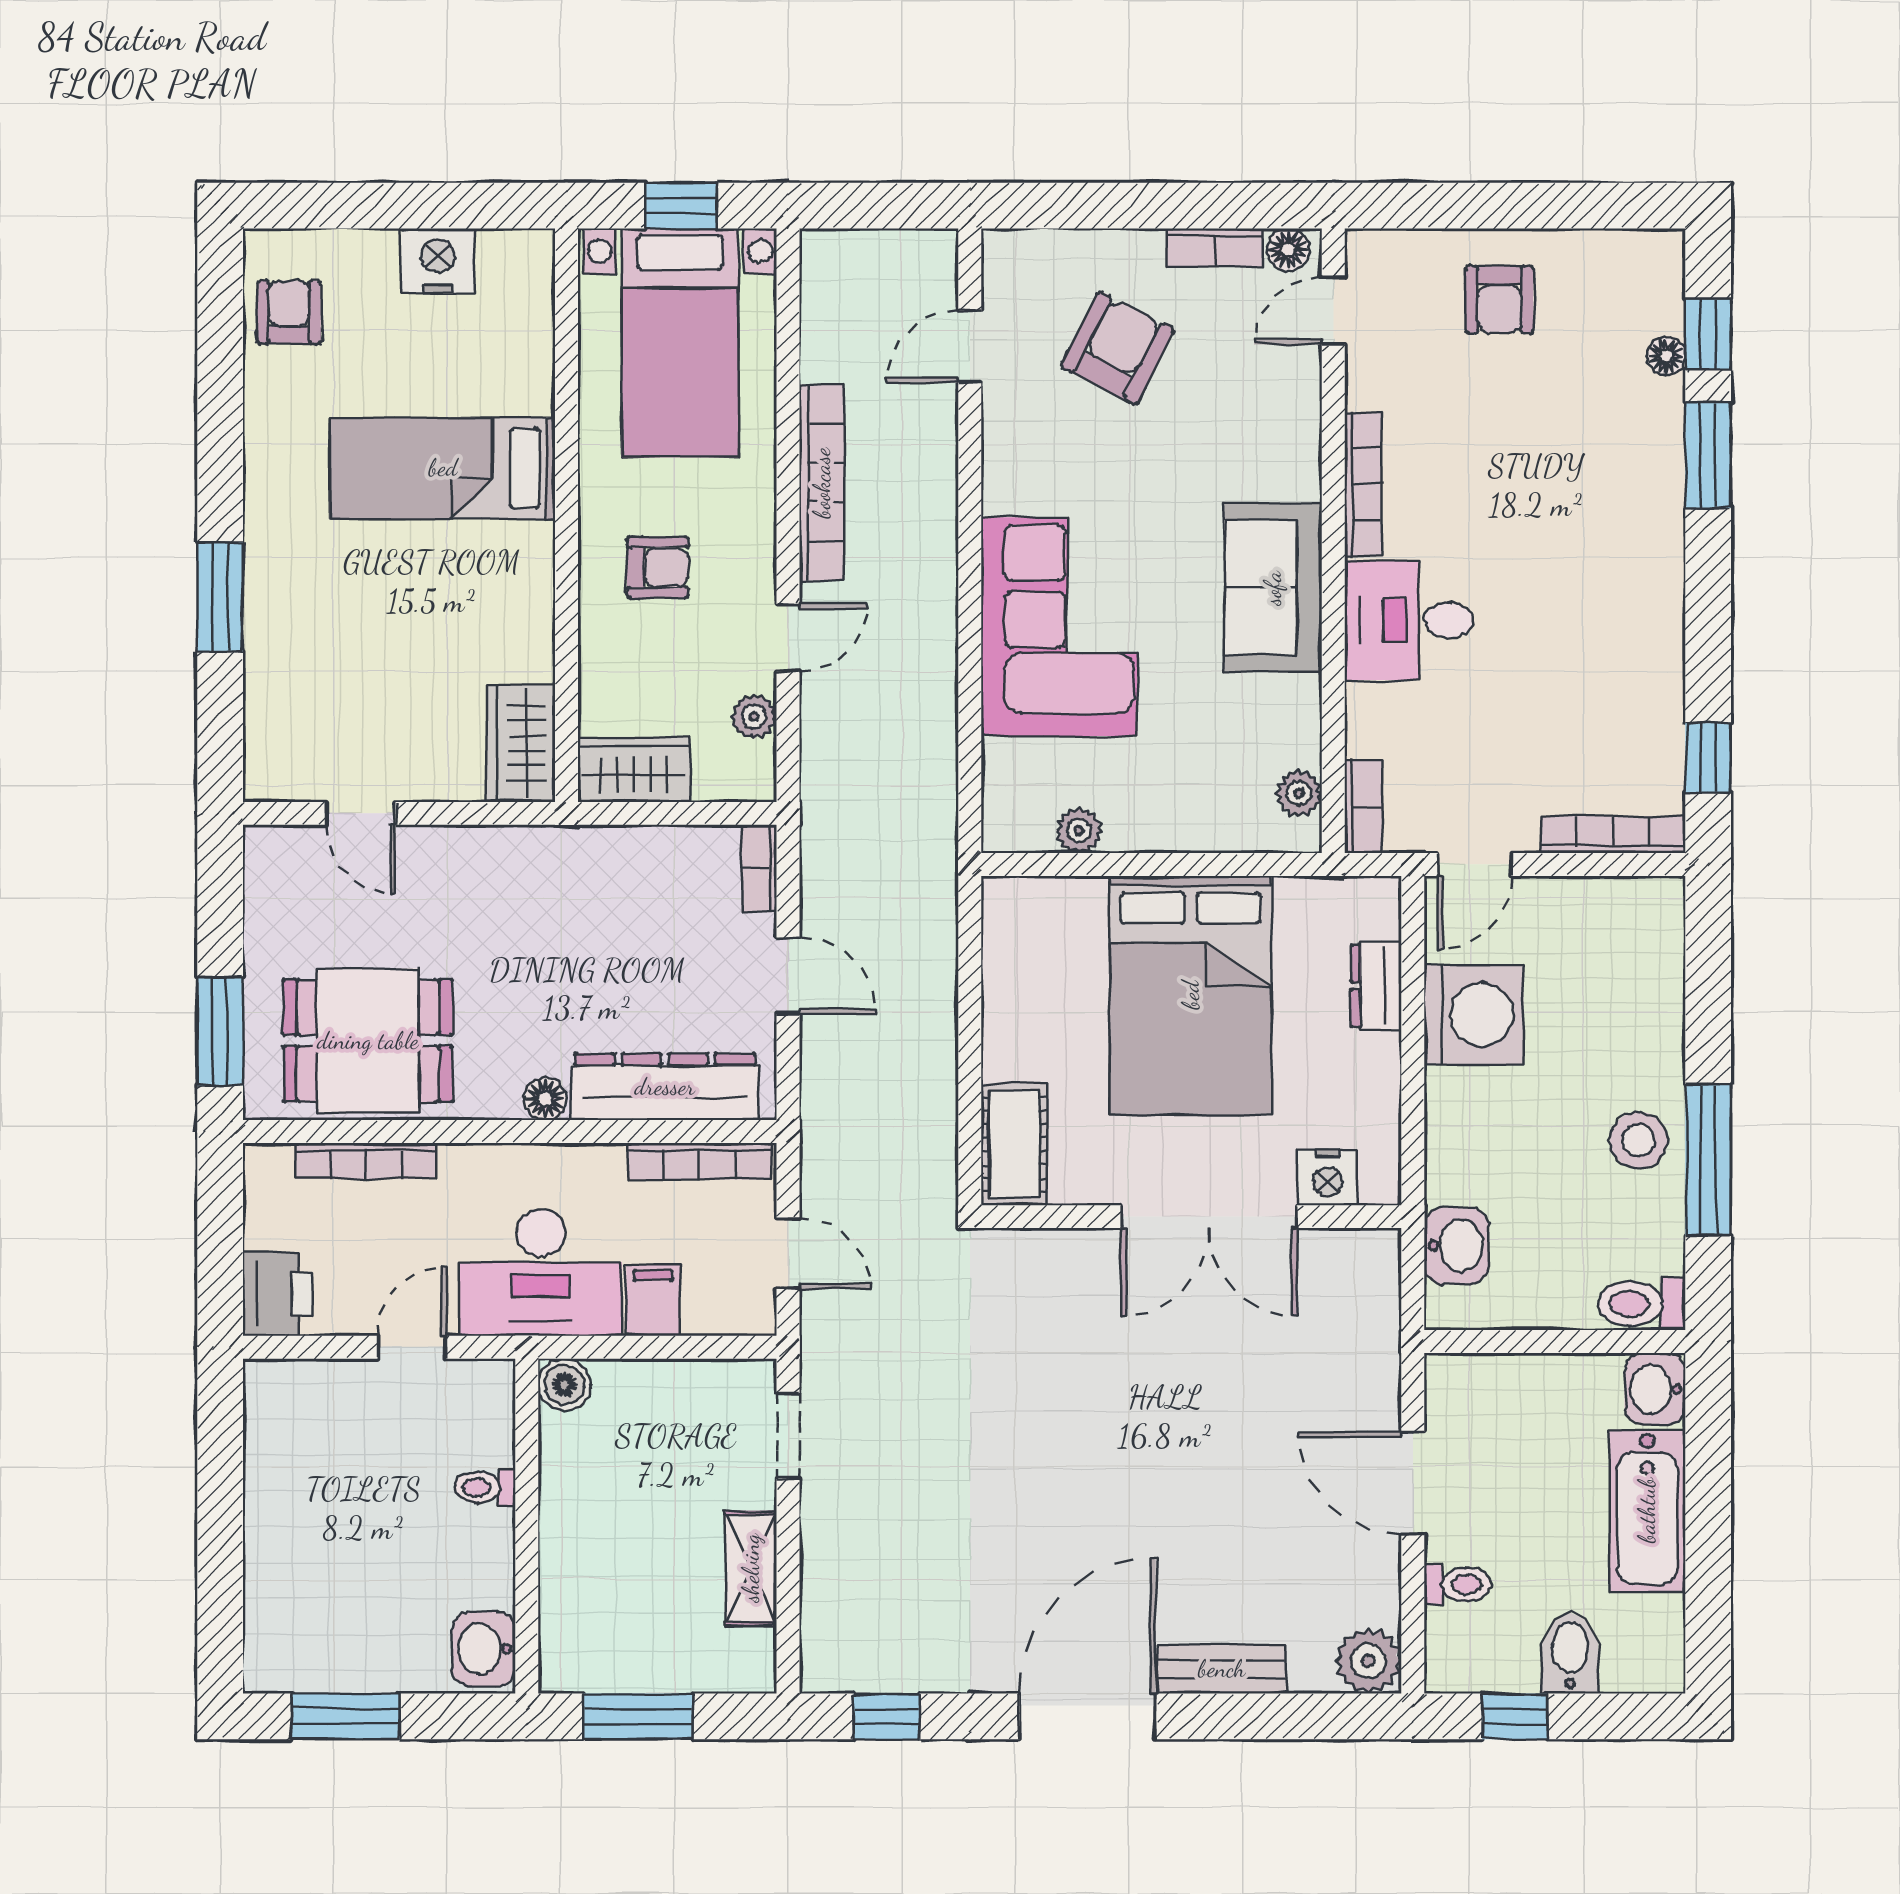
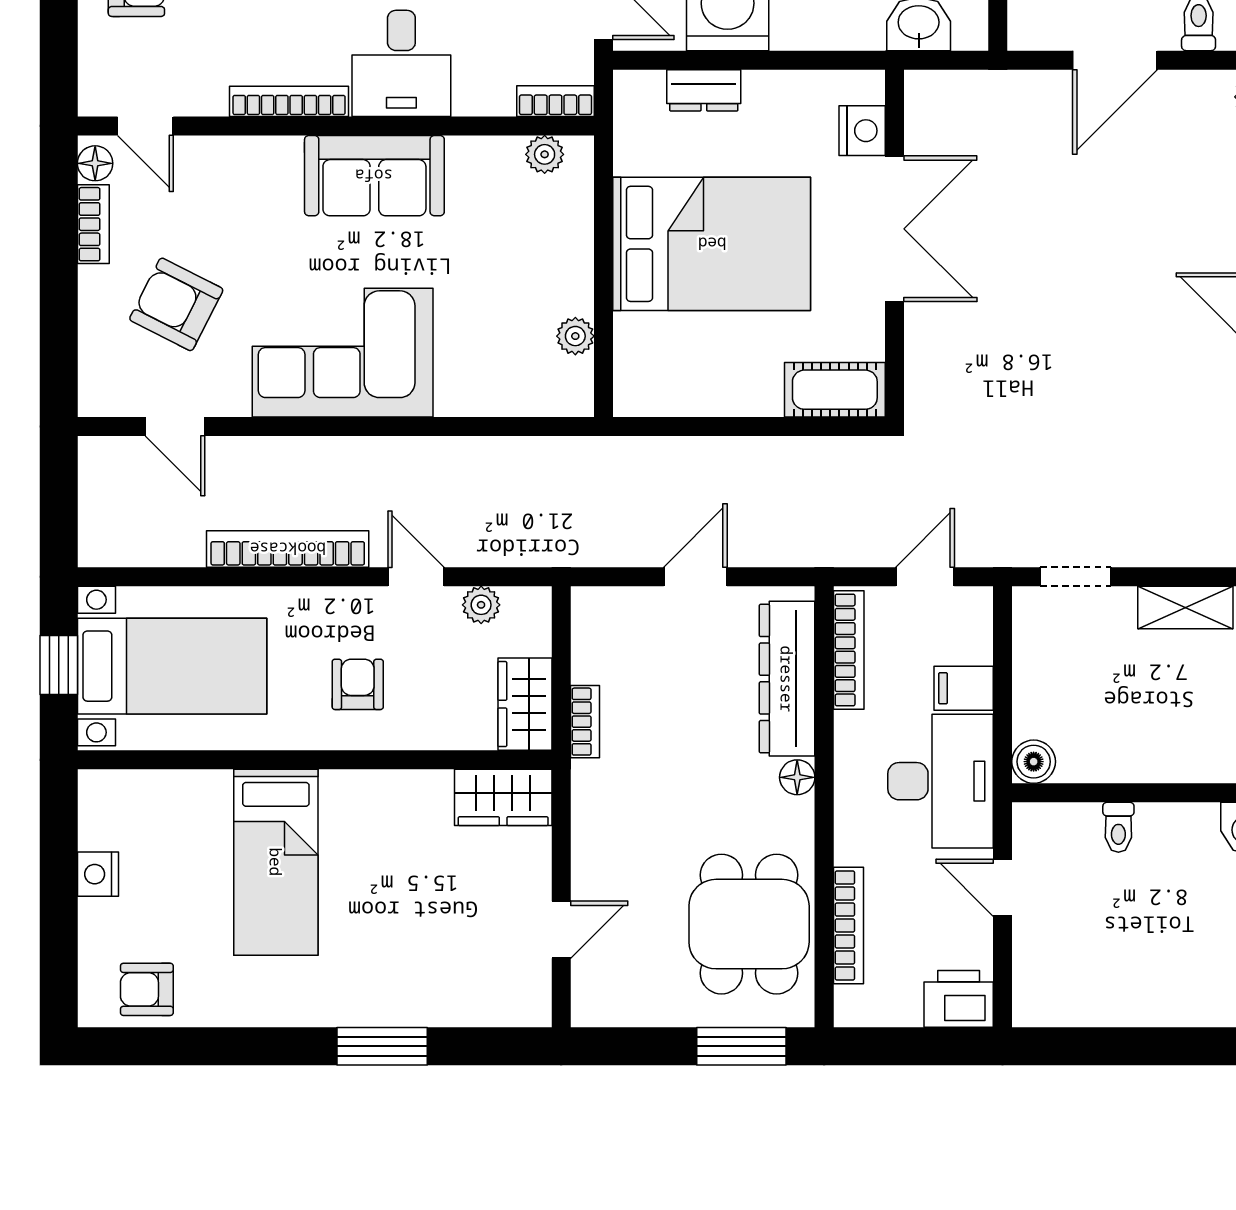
nightstand: (438, 261) -> (98, 874), width x0.74, depth x0.75
corner sofa: (1059, 627) -> (343, 353), moved
bookcase: (759, 868) -> (585, 722), moved, turned -90

